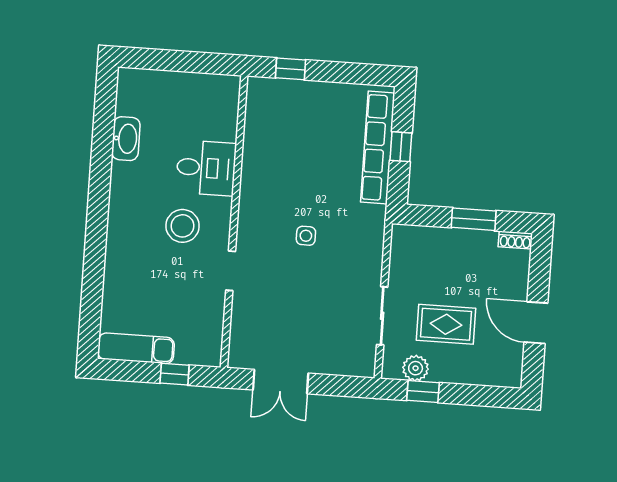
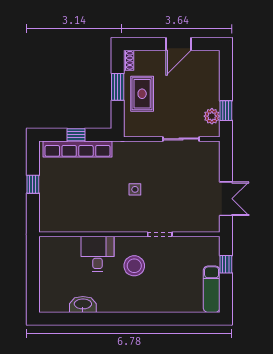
window: (290, 69) -> (33, 184), moved
rug: (446, 324) -> (142, 94), moved

